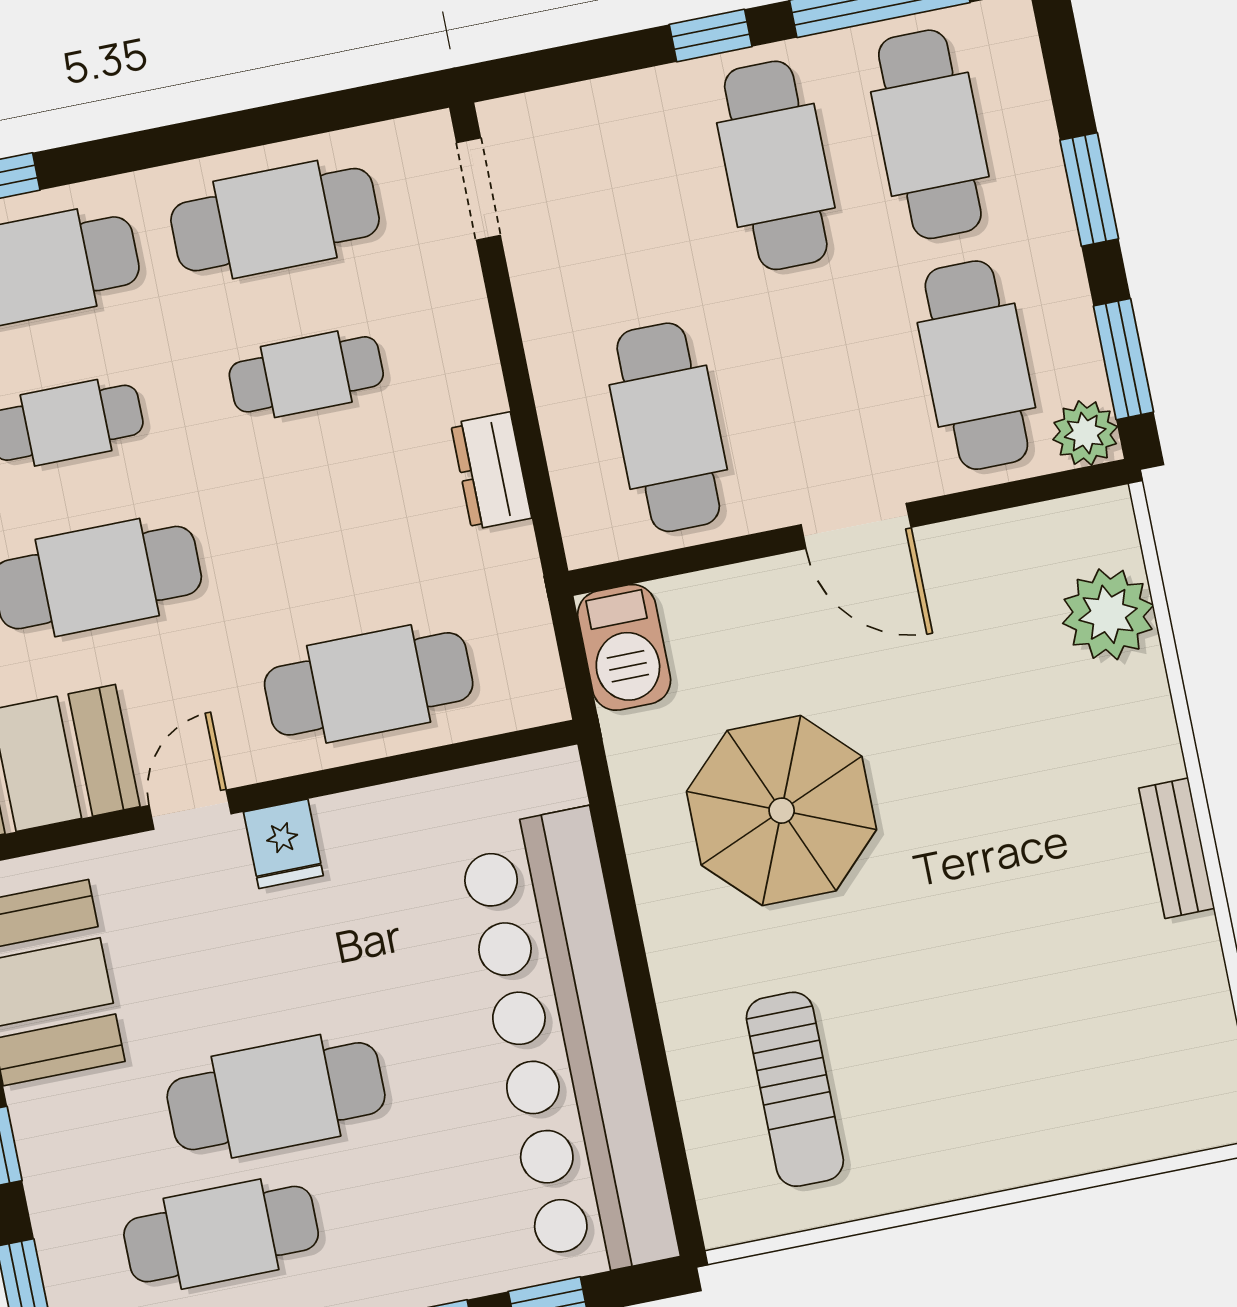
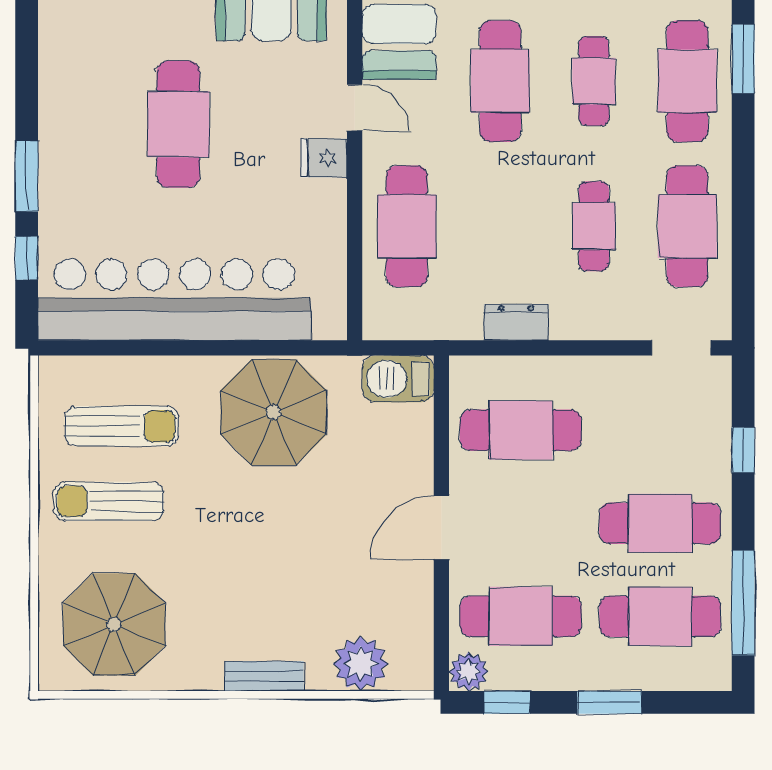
window: (711, 36) -> (743, 450), moved
window: (1123, 359) -> (507, 702), width x0.67
parasol: (782, 811) -> (274, 412), moved
bench: (1177, 848) -> (264, 676), moved
parasol: (1125, 1036) -> (114, 624), added
sun lounger: (923, 1085) -> (109, 501), added
sun lounger: (795, 1089) -> (122, 426), turned 180
cafe table: (221, 1234) -> (105, 76), removed

